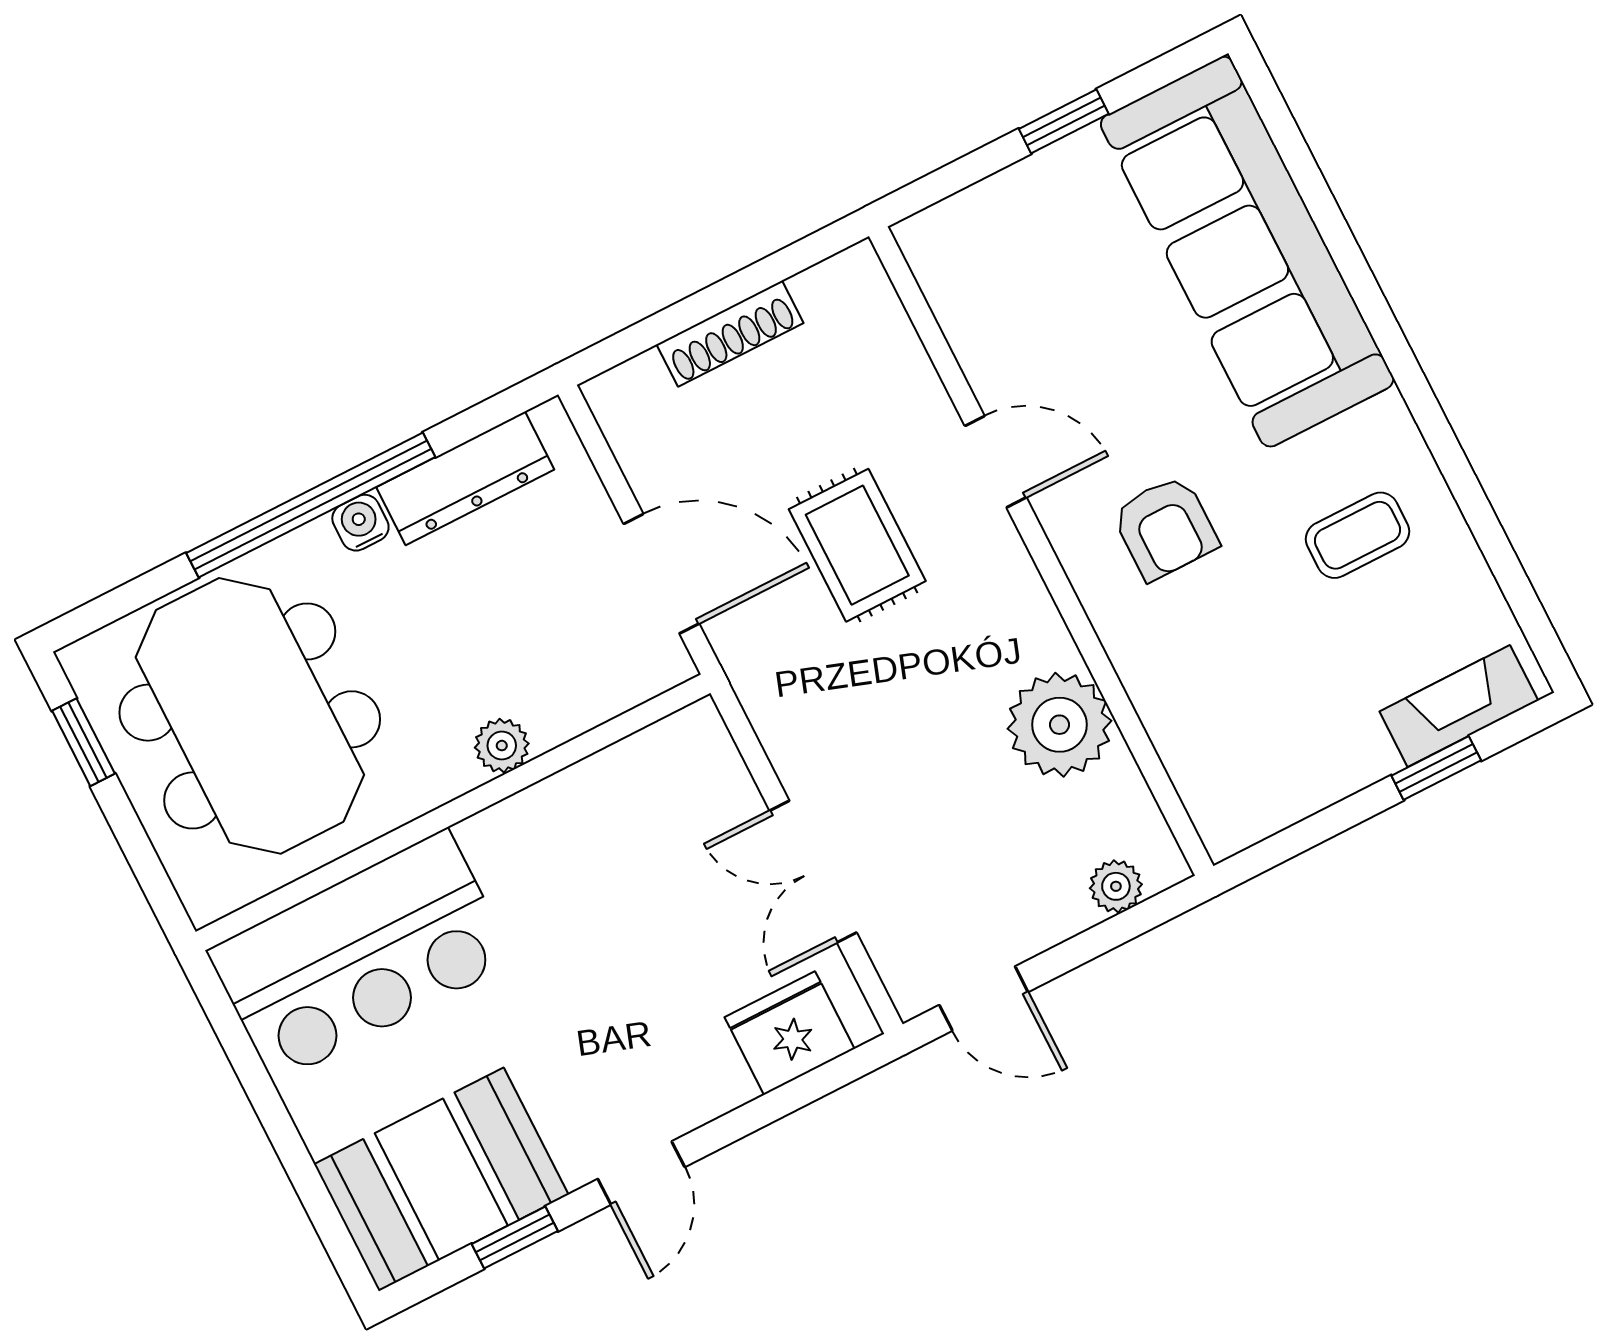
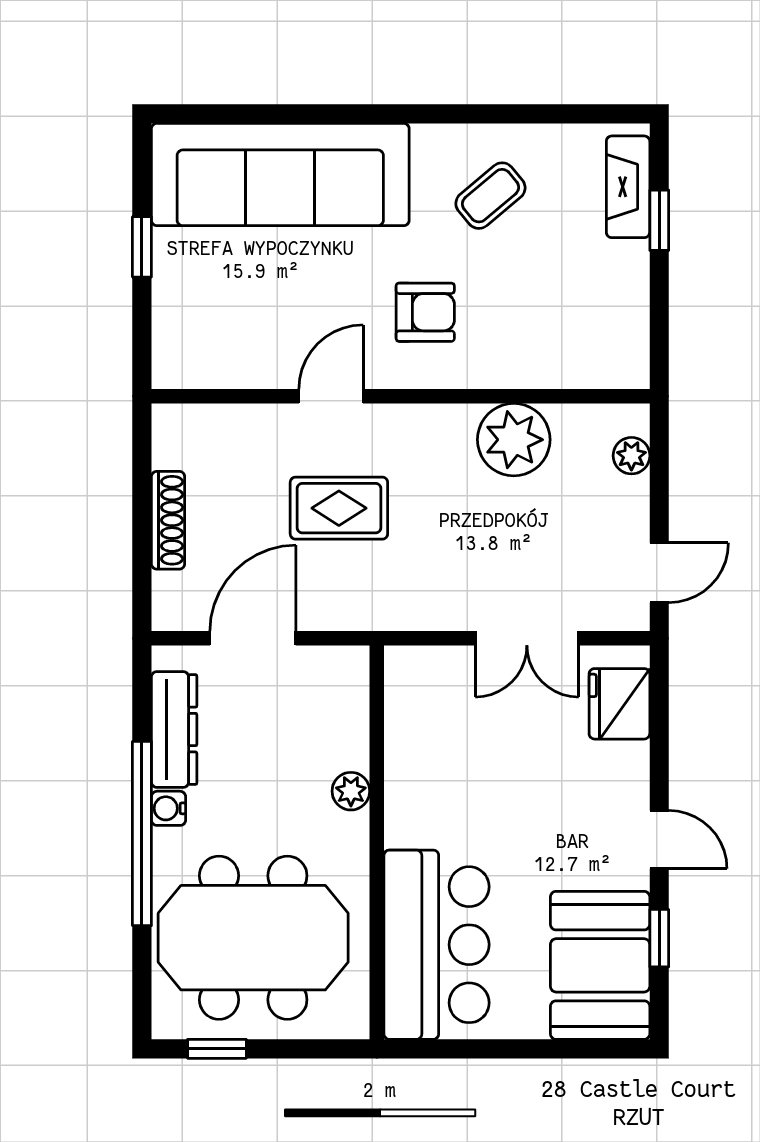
coffee table: (1357, 535) -> (490, 196), turned 50
door: (661, 574) -> (253, 638), moved

